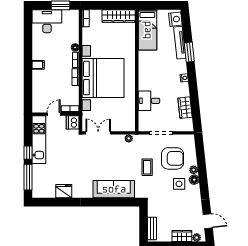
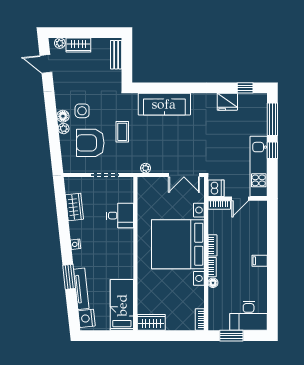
wardrobe: (119, 16) -> (151, 322), width x0.67
window: (50, 202) -> (245, 88), added

